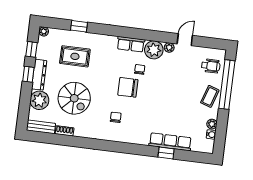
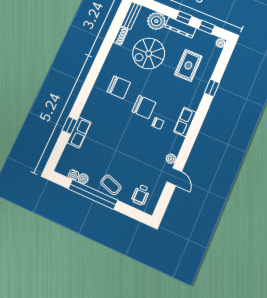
window: (79, 26) -> (212, 88), moved
plant: (154, 50) -> (173, 143), removed
window: (227, 85) -> (93, 194), moved
chair: (128, 87) -> (144, 107), turned 90
chair: (116, 117) -> (119, 87), width x1.87, depth x1.87
row of seats: (170, 142) -> (79, 133), width x0.68

